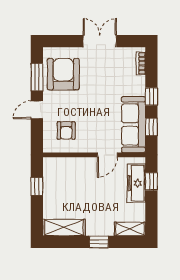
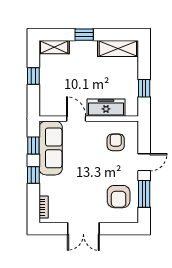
armchair: (63, 74) -> (119, 197), width x0.73, depth x0.73
door: (107, 155) -> (76, 119), hinge flipped
window: (151, 181) -> (33, 76), moved
freezer: (136, 183) -> (106, 108), moved, turned -90

